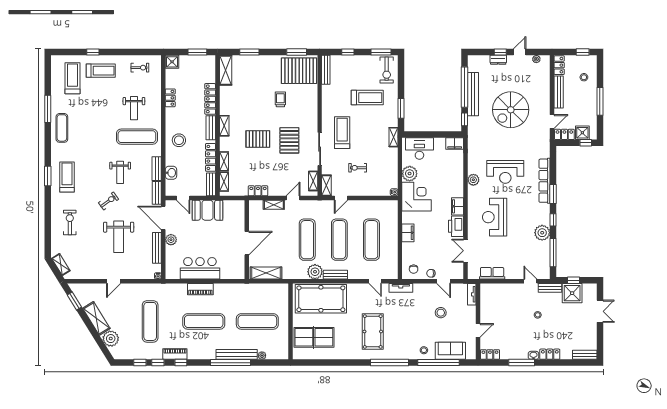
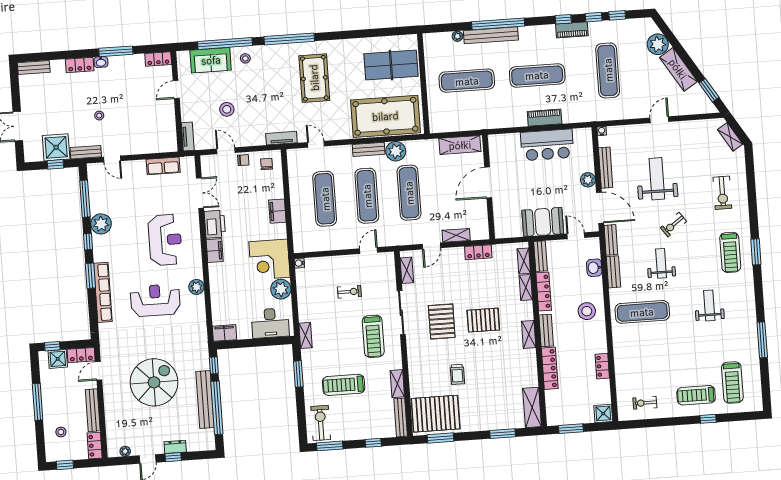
weight bench: (134, 108) -> (709, 305), moved
exercise mat: (62, 128) -> (742, 316), removed
shelving: (326, 185) -> (397, 384), moved

